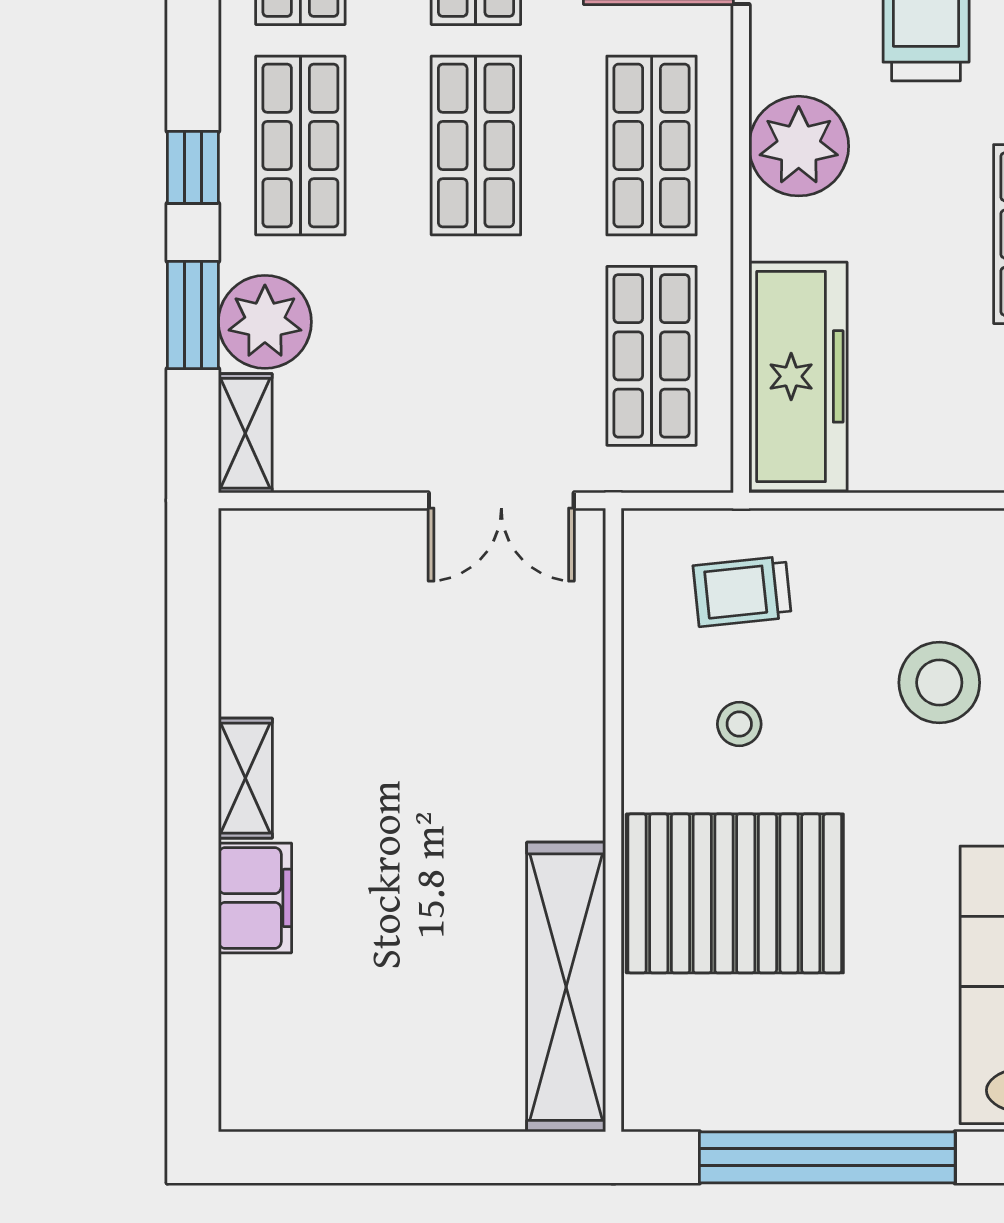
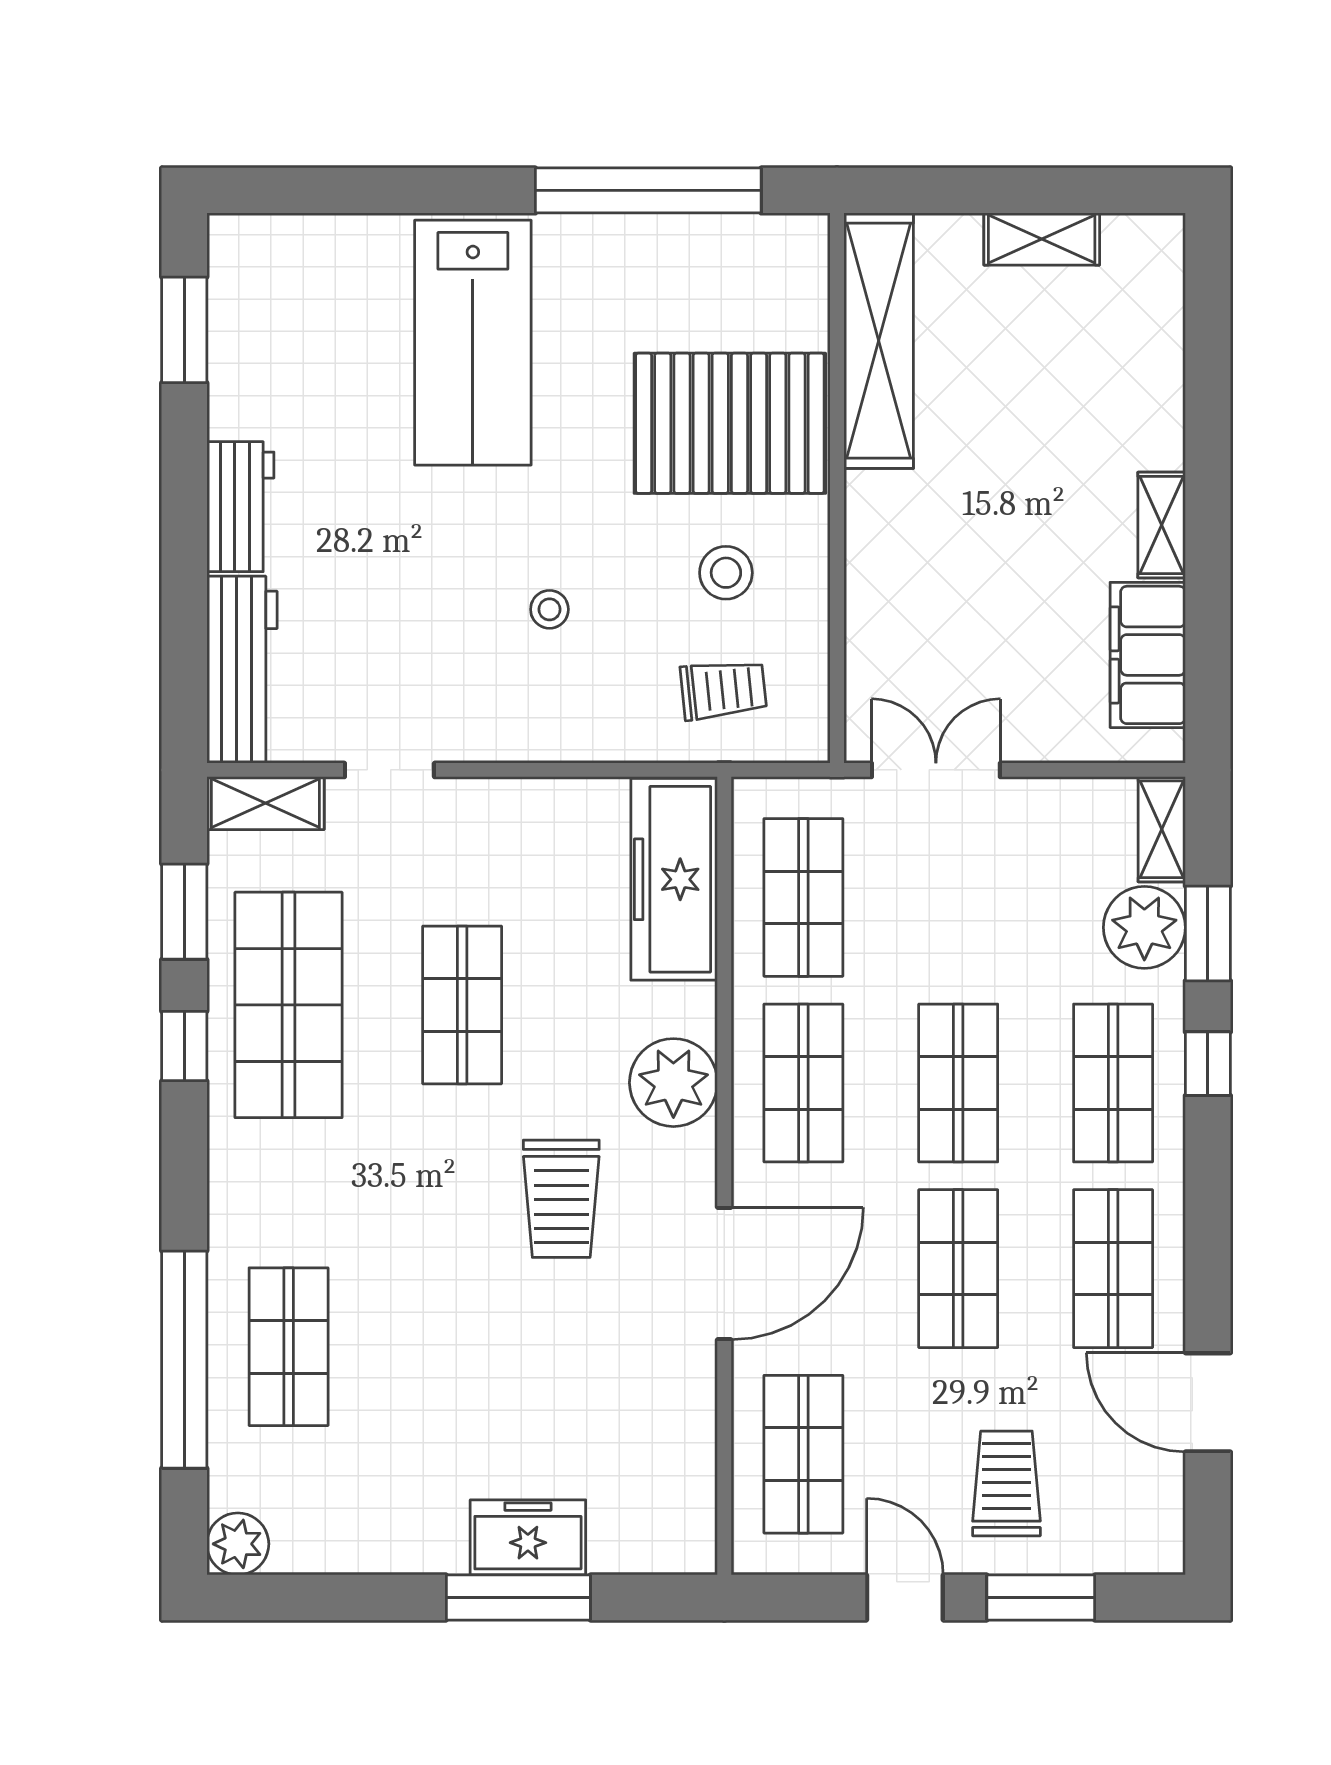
stool: (939, 683) -> (549, 609), width x0.53, depth x0.53
stool: (739, 724) -> (726, 573), width x1.37, depth x1.37
filing cabinet: (255, 898) -> (1148, 655), moved, width x1.50, depth x1.17
shelving: (381, 1102) -> (1042, 239), added

